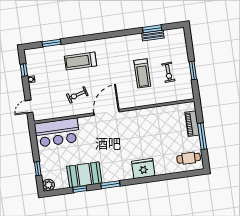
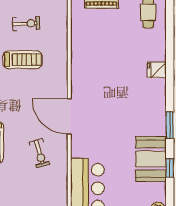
fridge: (143, 168) -> (157, 70), width x0.53, depth x0.75

